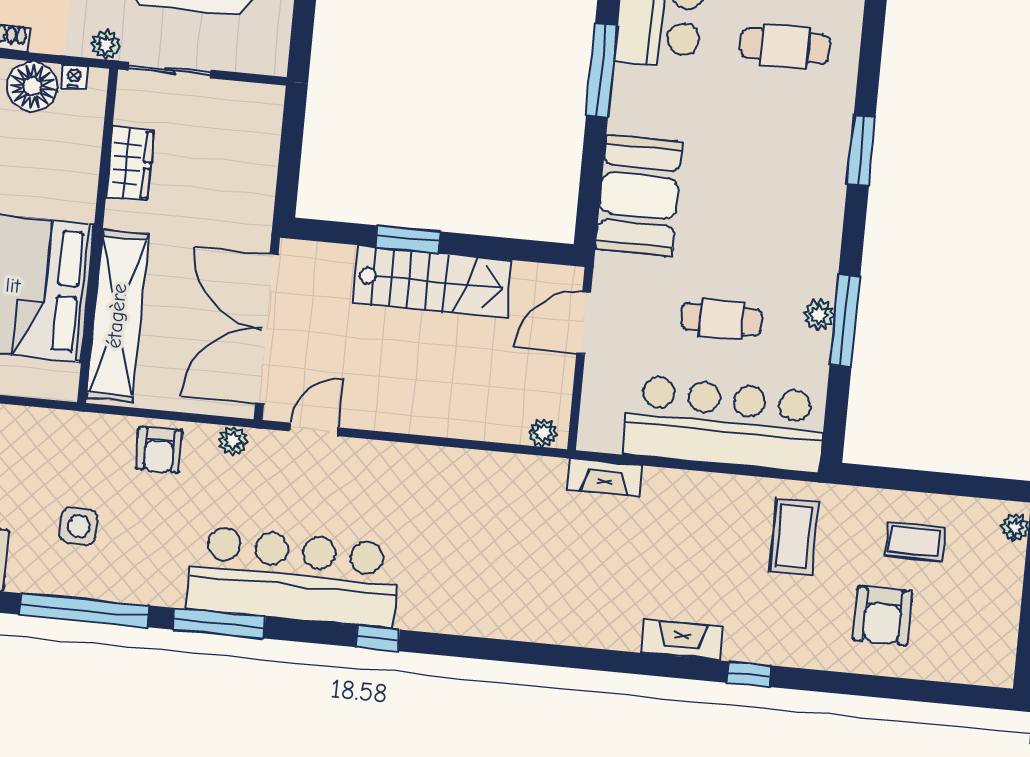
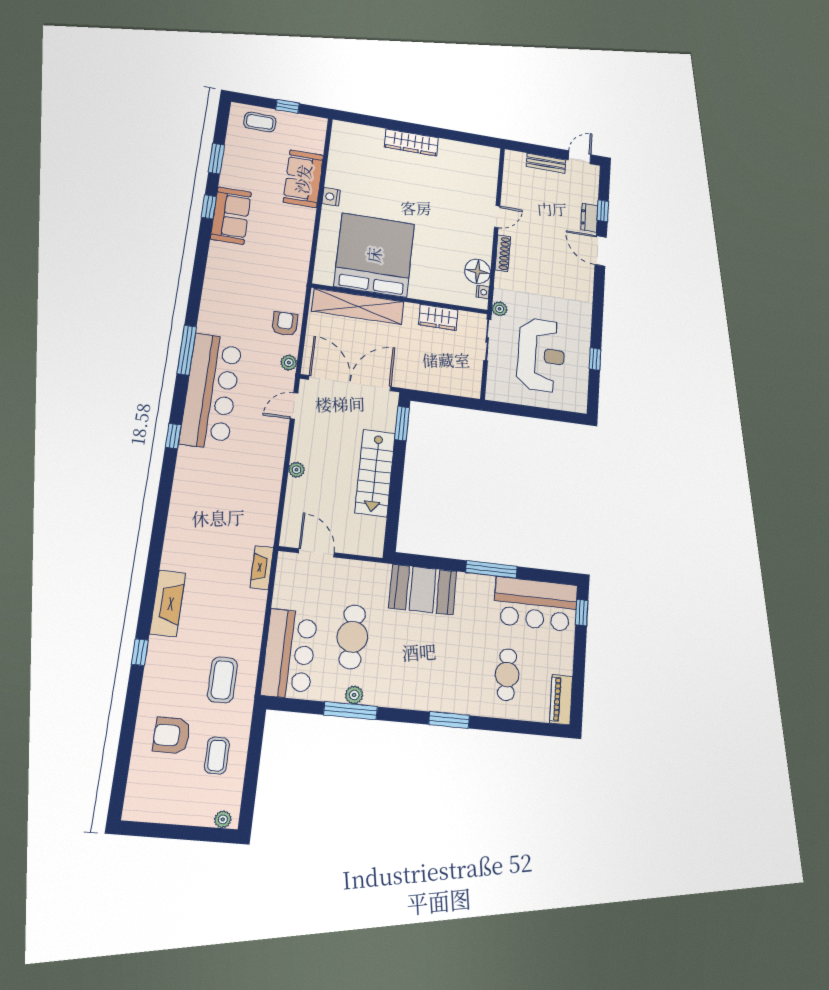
window: (408, 239) -> (402, 424), moved
cafe table: (722, 319) -> (352, 637), width x1.37, depth x1.35
door: (584, 323) -> (316, 553), moved
bar counter: (725, 424) -> (289, 654), width x0.73
door: (314, 429) -> (294, 406), swing flipped
plant: (543, 433) -> (297, 470), moved
armchair: (159, 450) -> (285, 324), turned 90
side table: (79, 526) -> (244, 280), removed
coffee table: (794, 537) -> (222, 680), turned 90
window: (84, 610) -> (198, 280), removed
fireplace: (682, 640) -> (168, 603), width x1.37, depth x1.32

